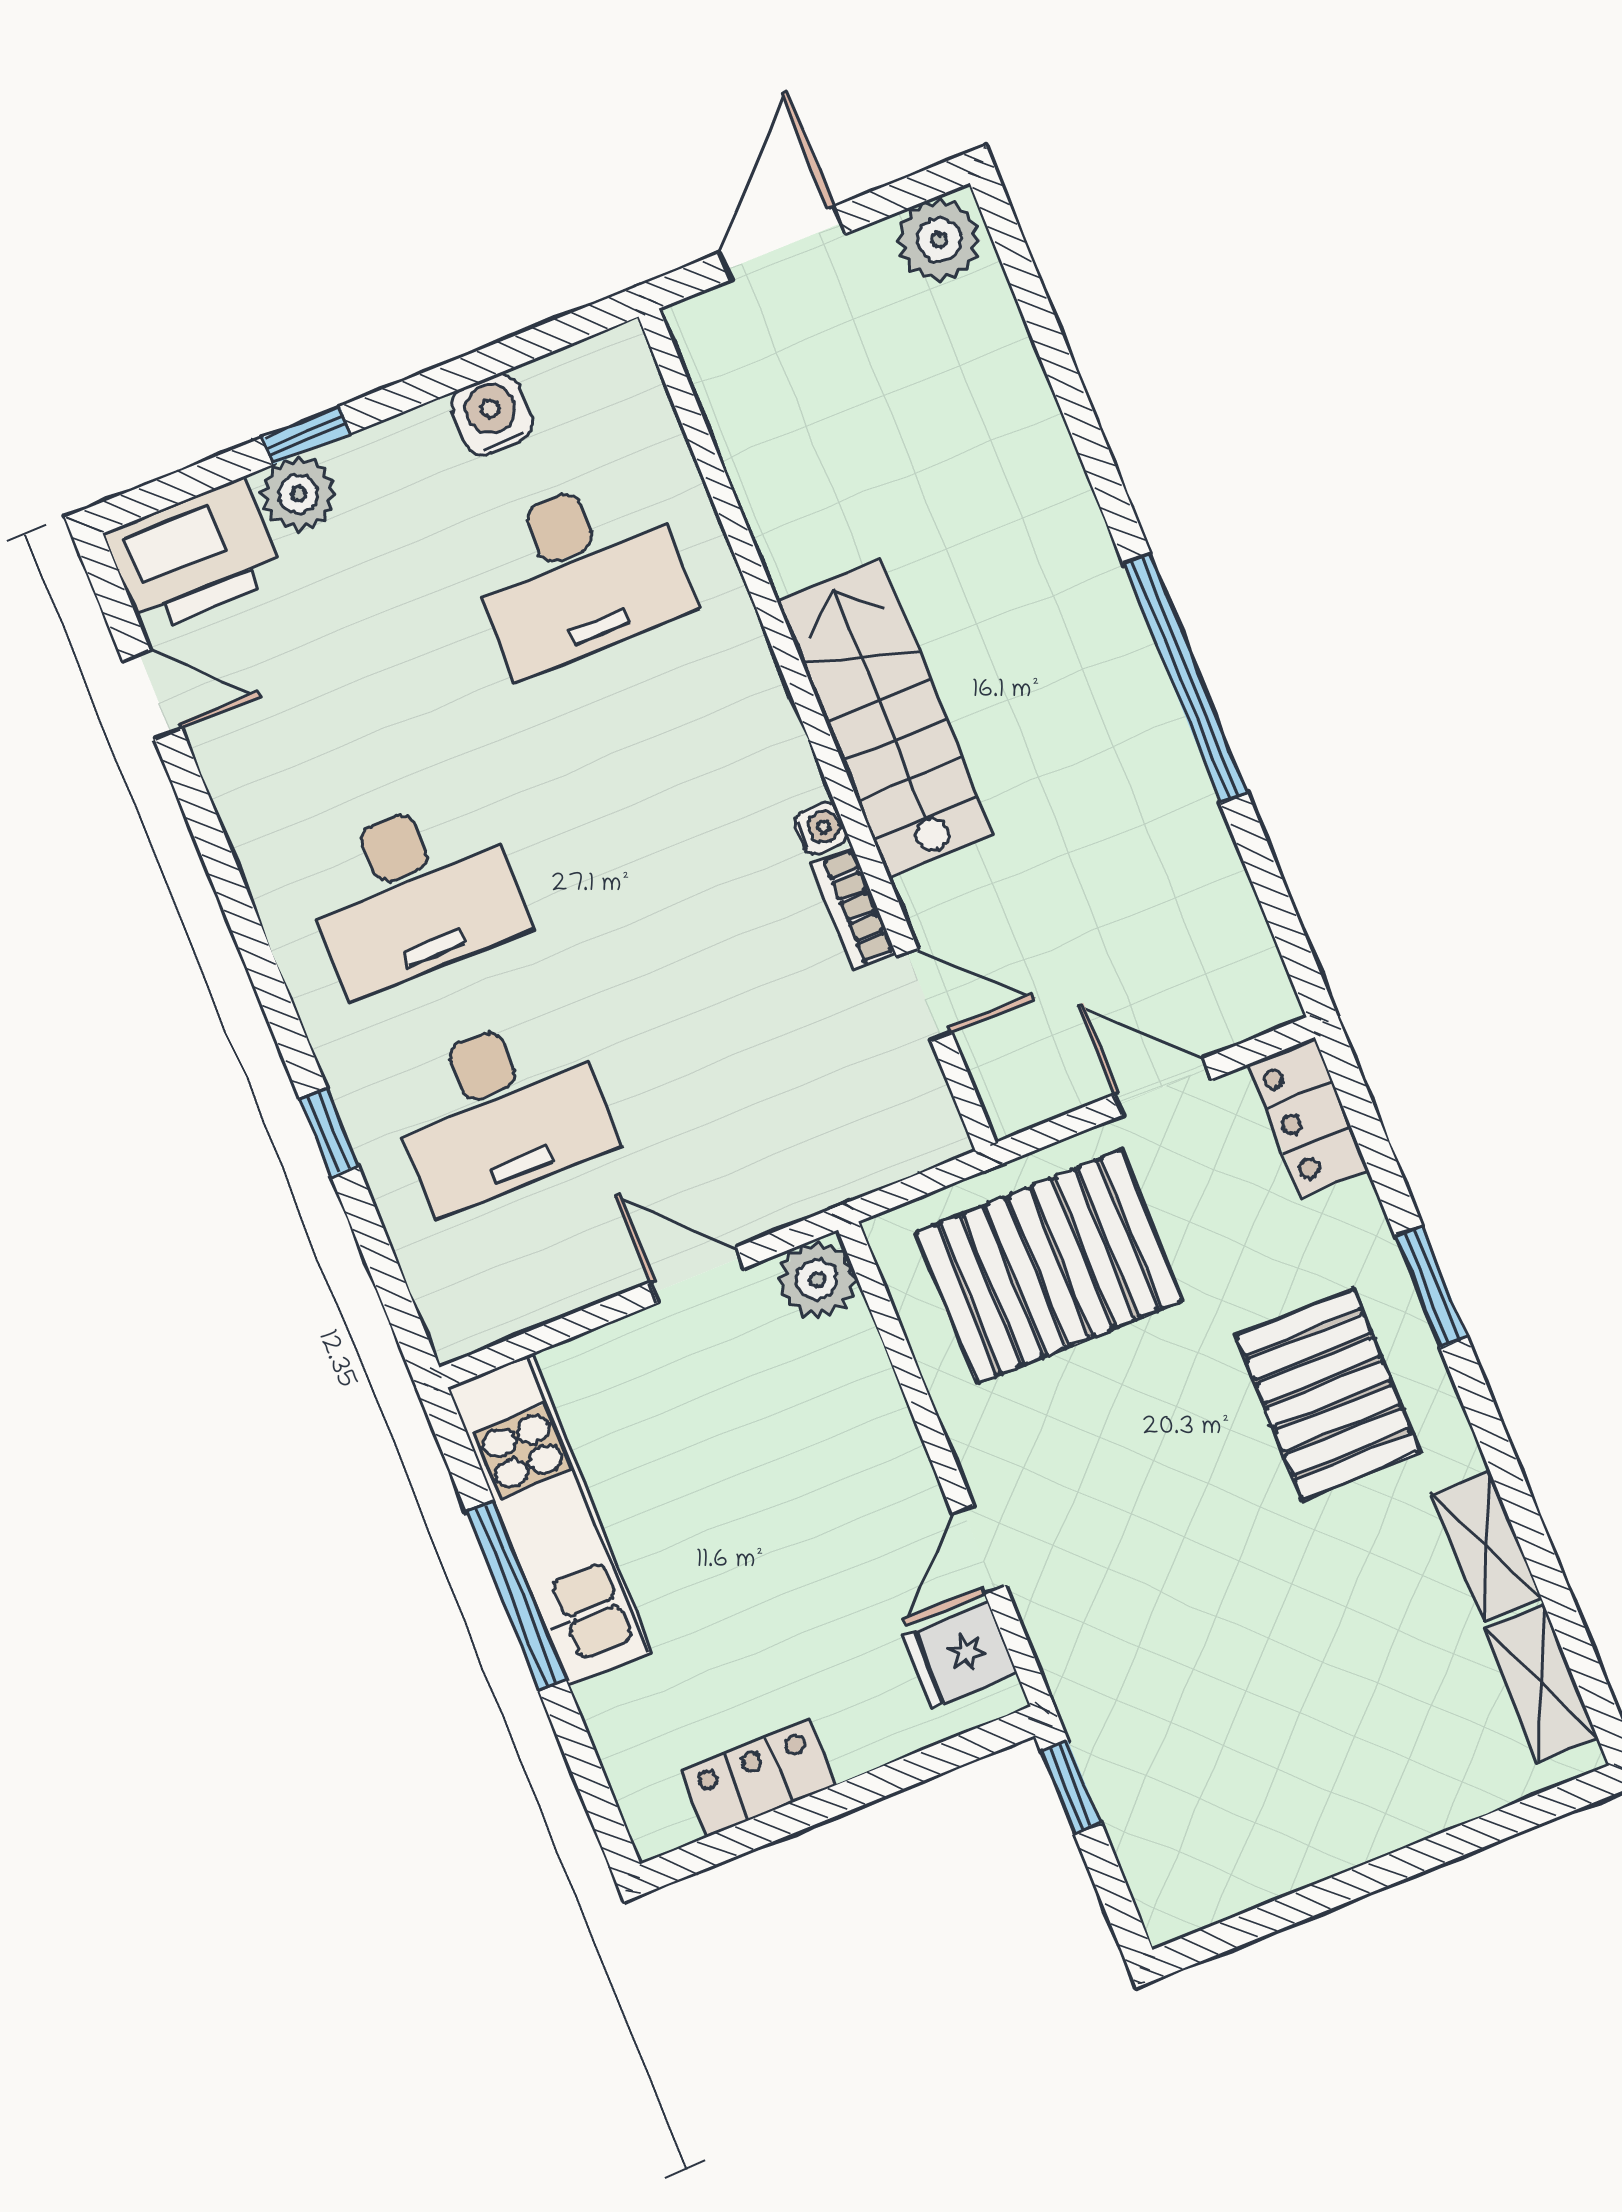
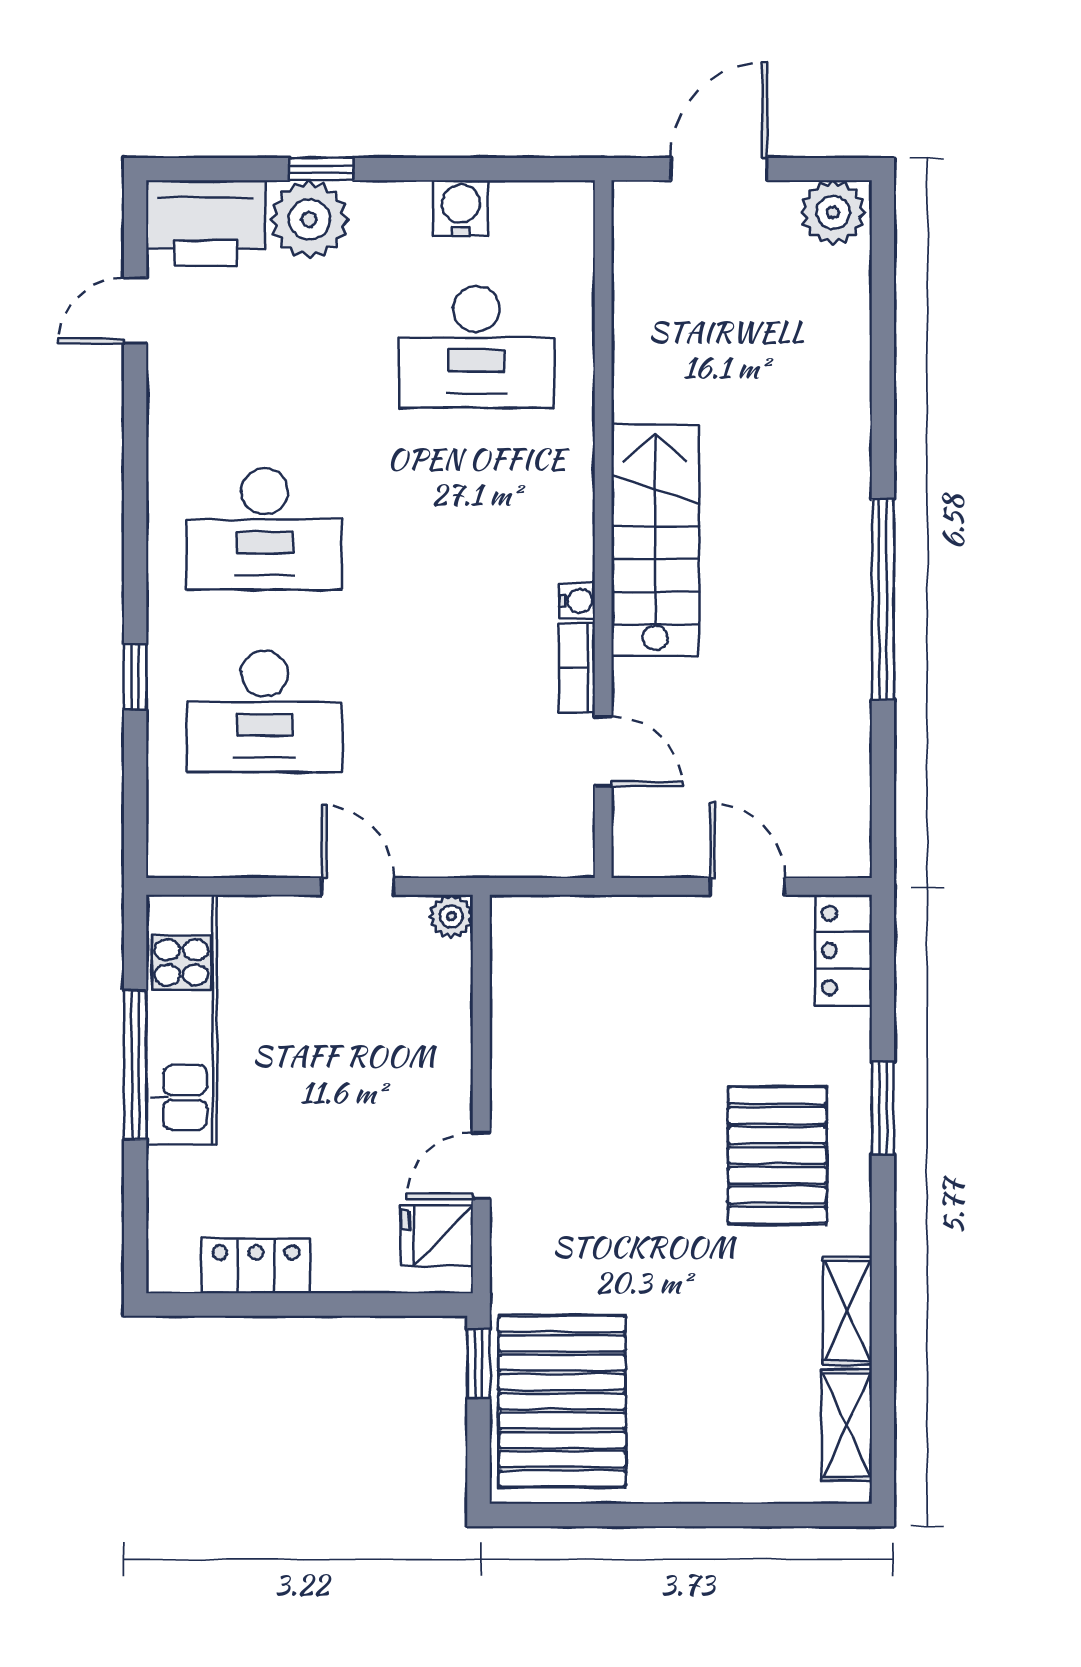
plant: (298, 494) -> (309, 219), width x1.36, depth x1.36
door: (152, 695) -> (135, 311), swing flipped
pallet: (1049, 1267) -> (562, 1401), moved, turned 90
plant: (817, 1280) -> (451, 916), width x0.73, depth x0.73

